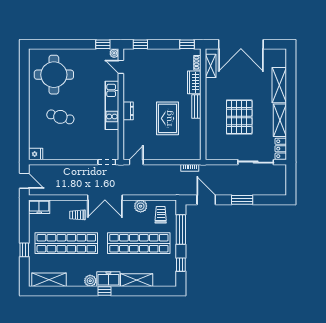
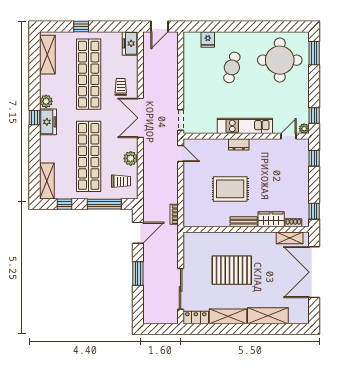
window: (48, 44) -> (314, 53), added
fridge: (36, 154) -> (208, 39), moved
shelving: (137, 280) -> (47, 181), moved

